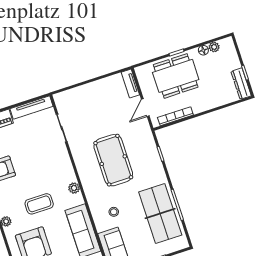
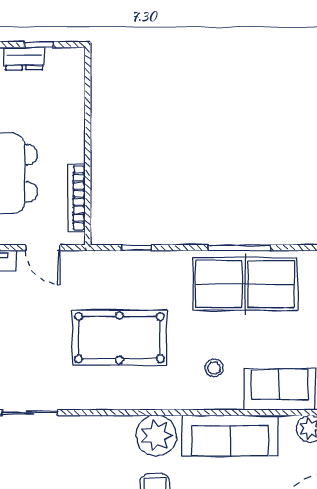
dresser: (241, 84) -> (24, 58), moved, width x0.70
plant: (74, 188) -> (156, 436), width x1.88, depth x1.88

